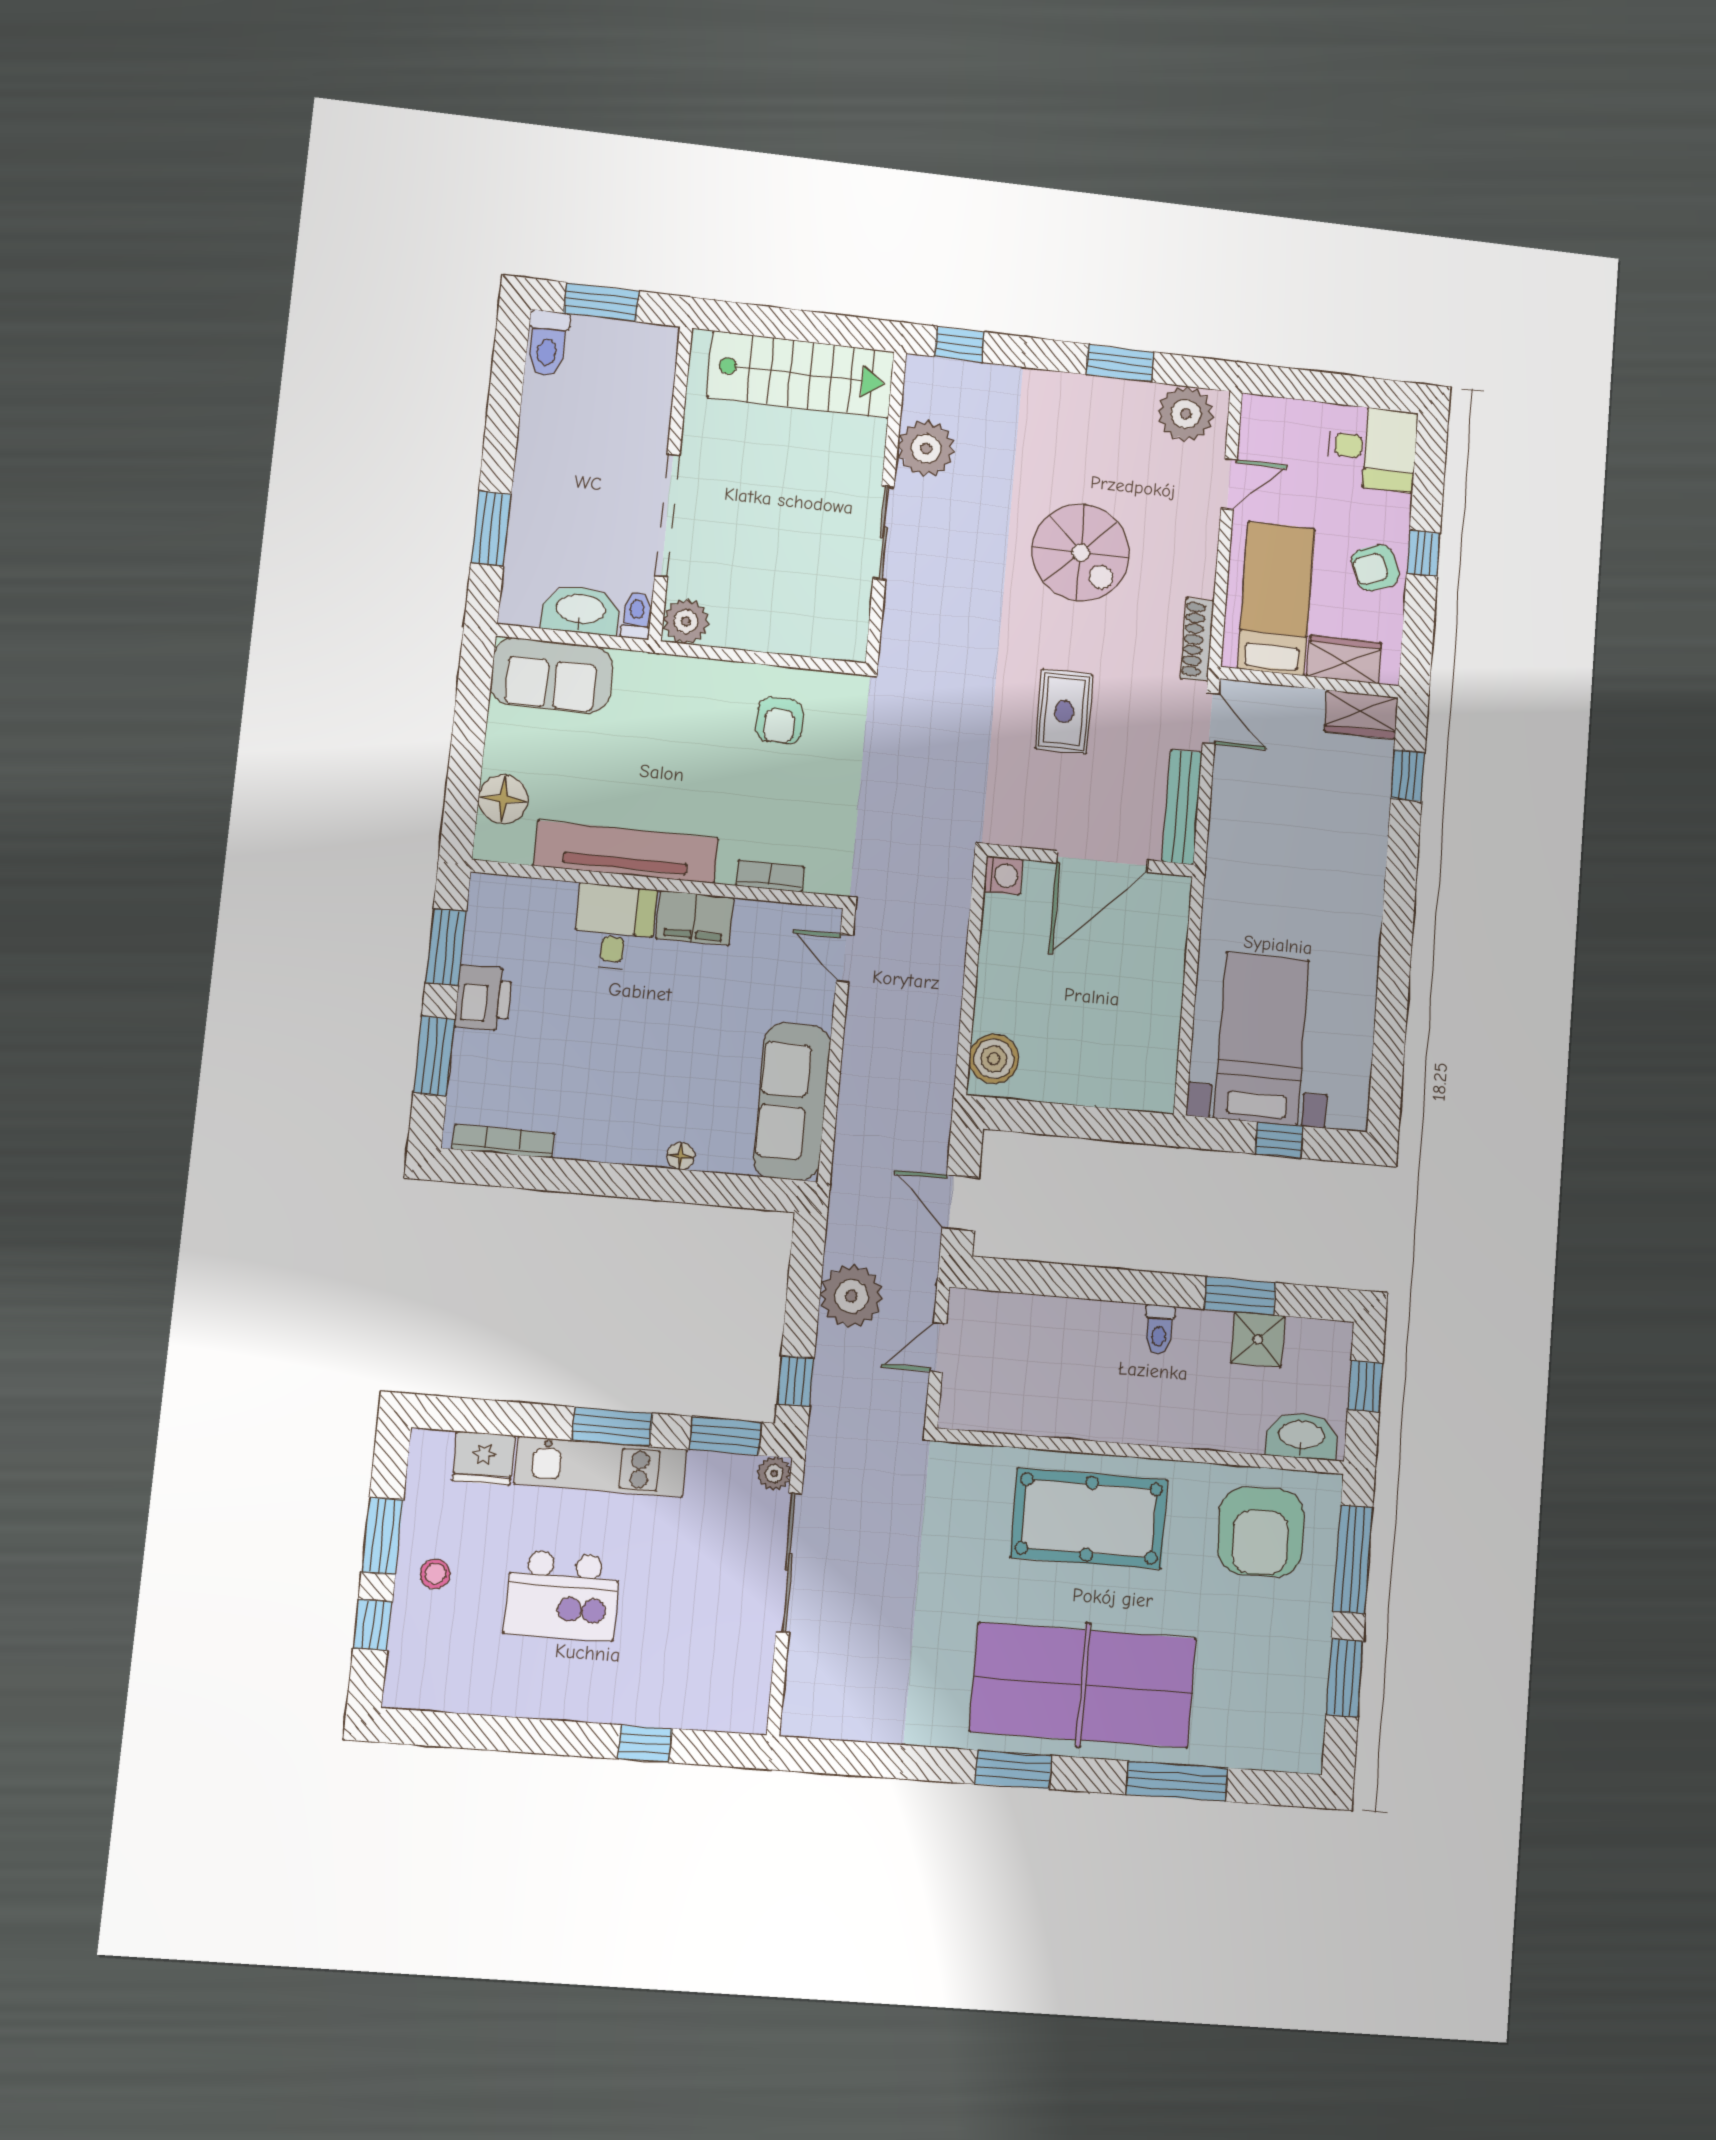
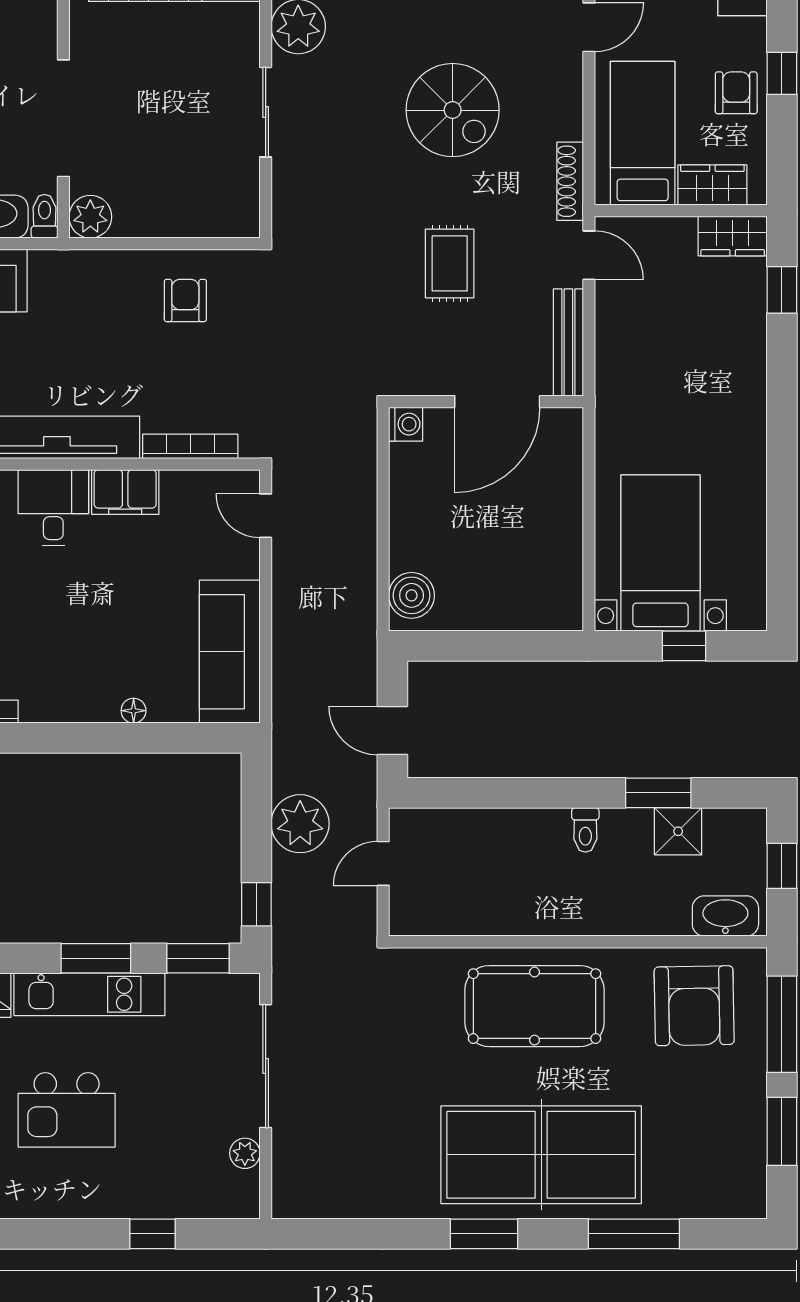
armchair: (1375, 568) -> (736, 93), turned 111
armchair: (780, 721) -> (185, 300), turned 180
bookcase: (770, 876) -> (190, 446), width x1.56
plant: (774, 1473) -> (245, 1153), moved

